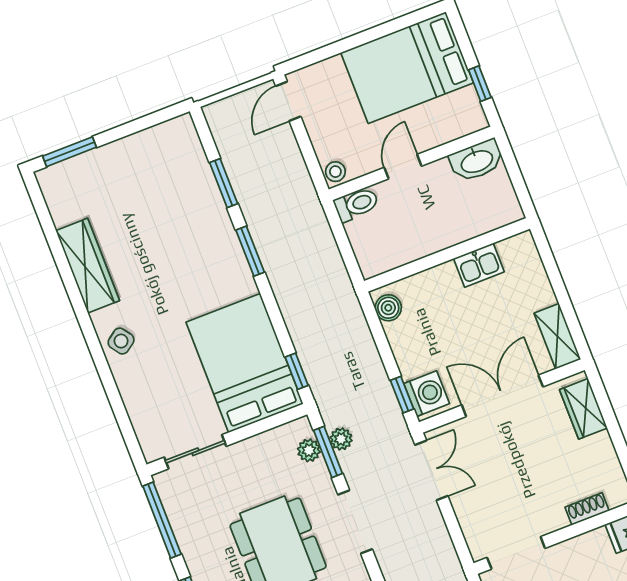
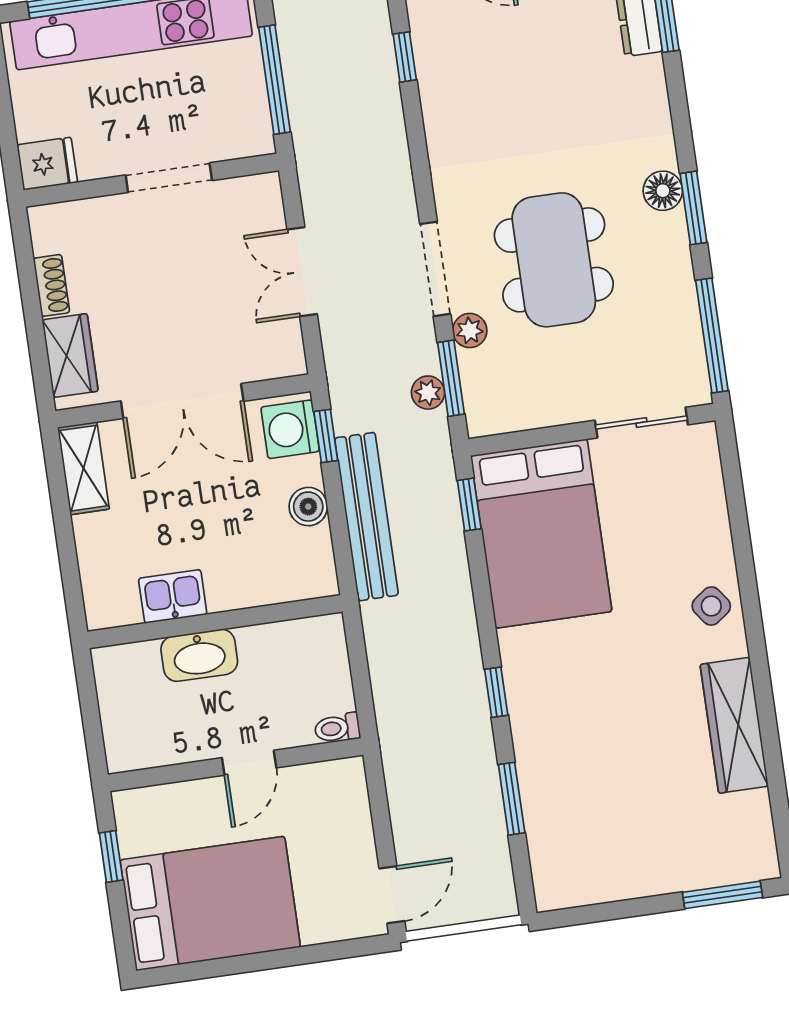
washbasin: (477, 161) -> (199, 655), moved, turned 180
stool: (335, 172) -> (347, 778), removed
toilet: (356, 204) -> (337, 728), width x0.73, depth x0.72
window: (250, 251) -> (496, 692), width x0.67
boiler: (388, 308) -> (308, 507), moved
bench: (363, 348) -> (366, 517), added
plant: (309, 450) -> (470, 331), moved
double door: (431, 470) -> (302, 272), moved
shoe rack: (587, 509) -> (52, 285), moved, turned -90
doorway: (516, 553) -> (169, 178), moved

